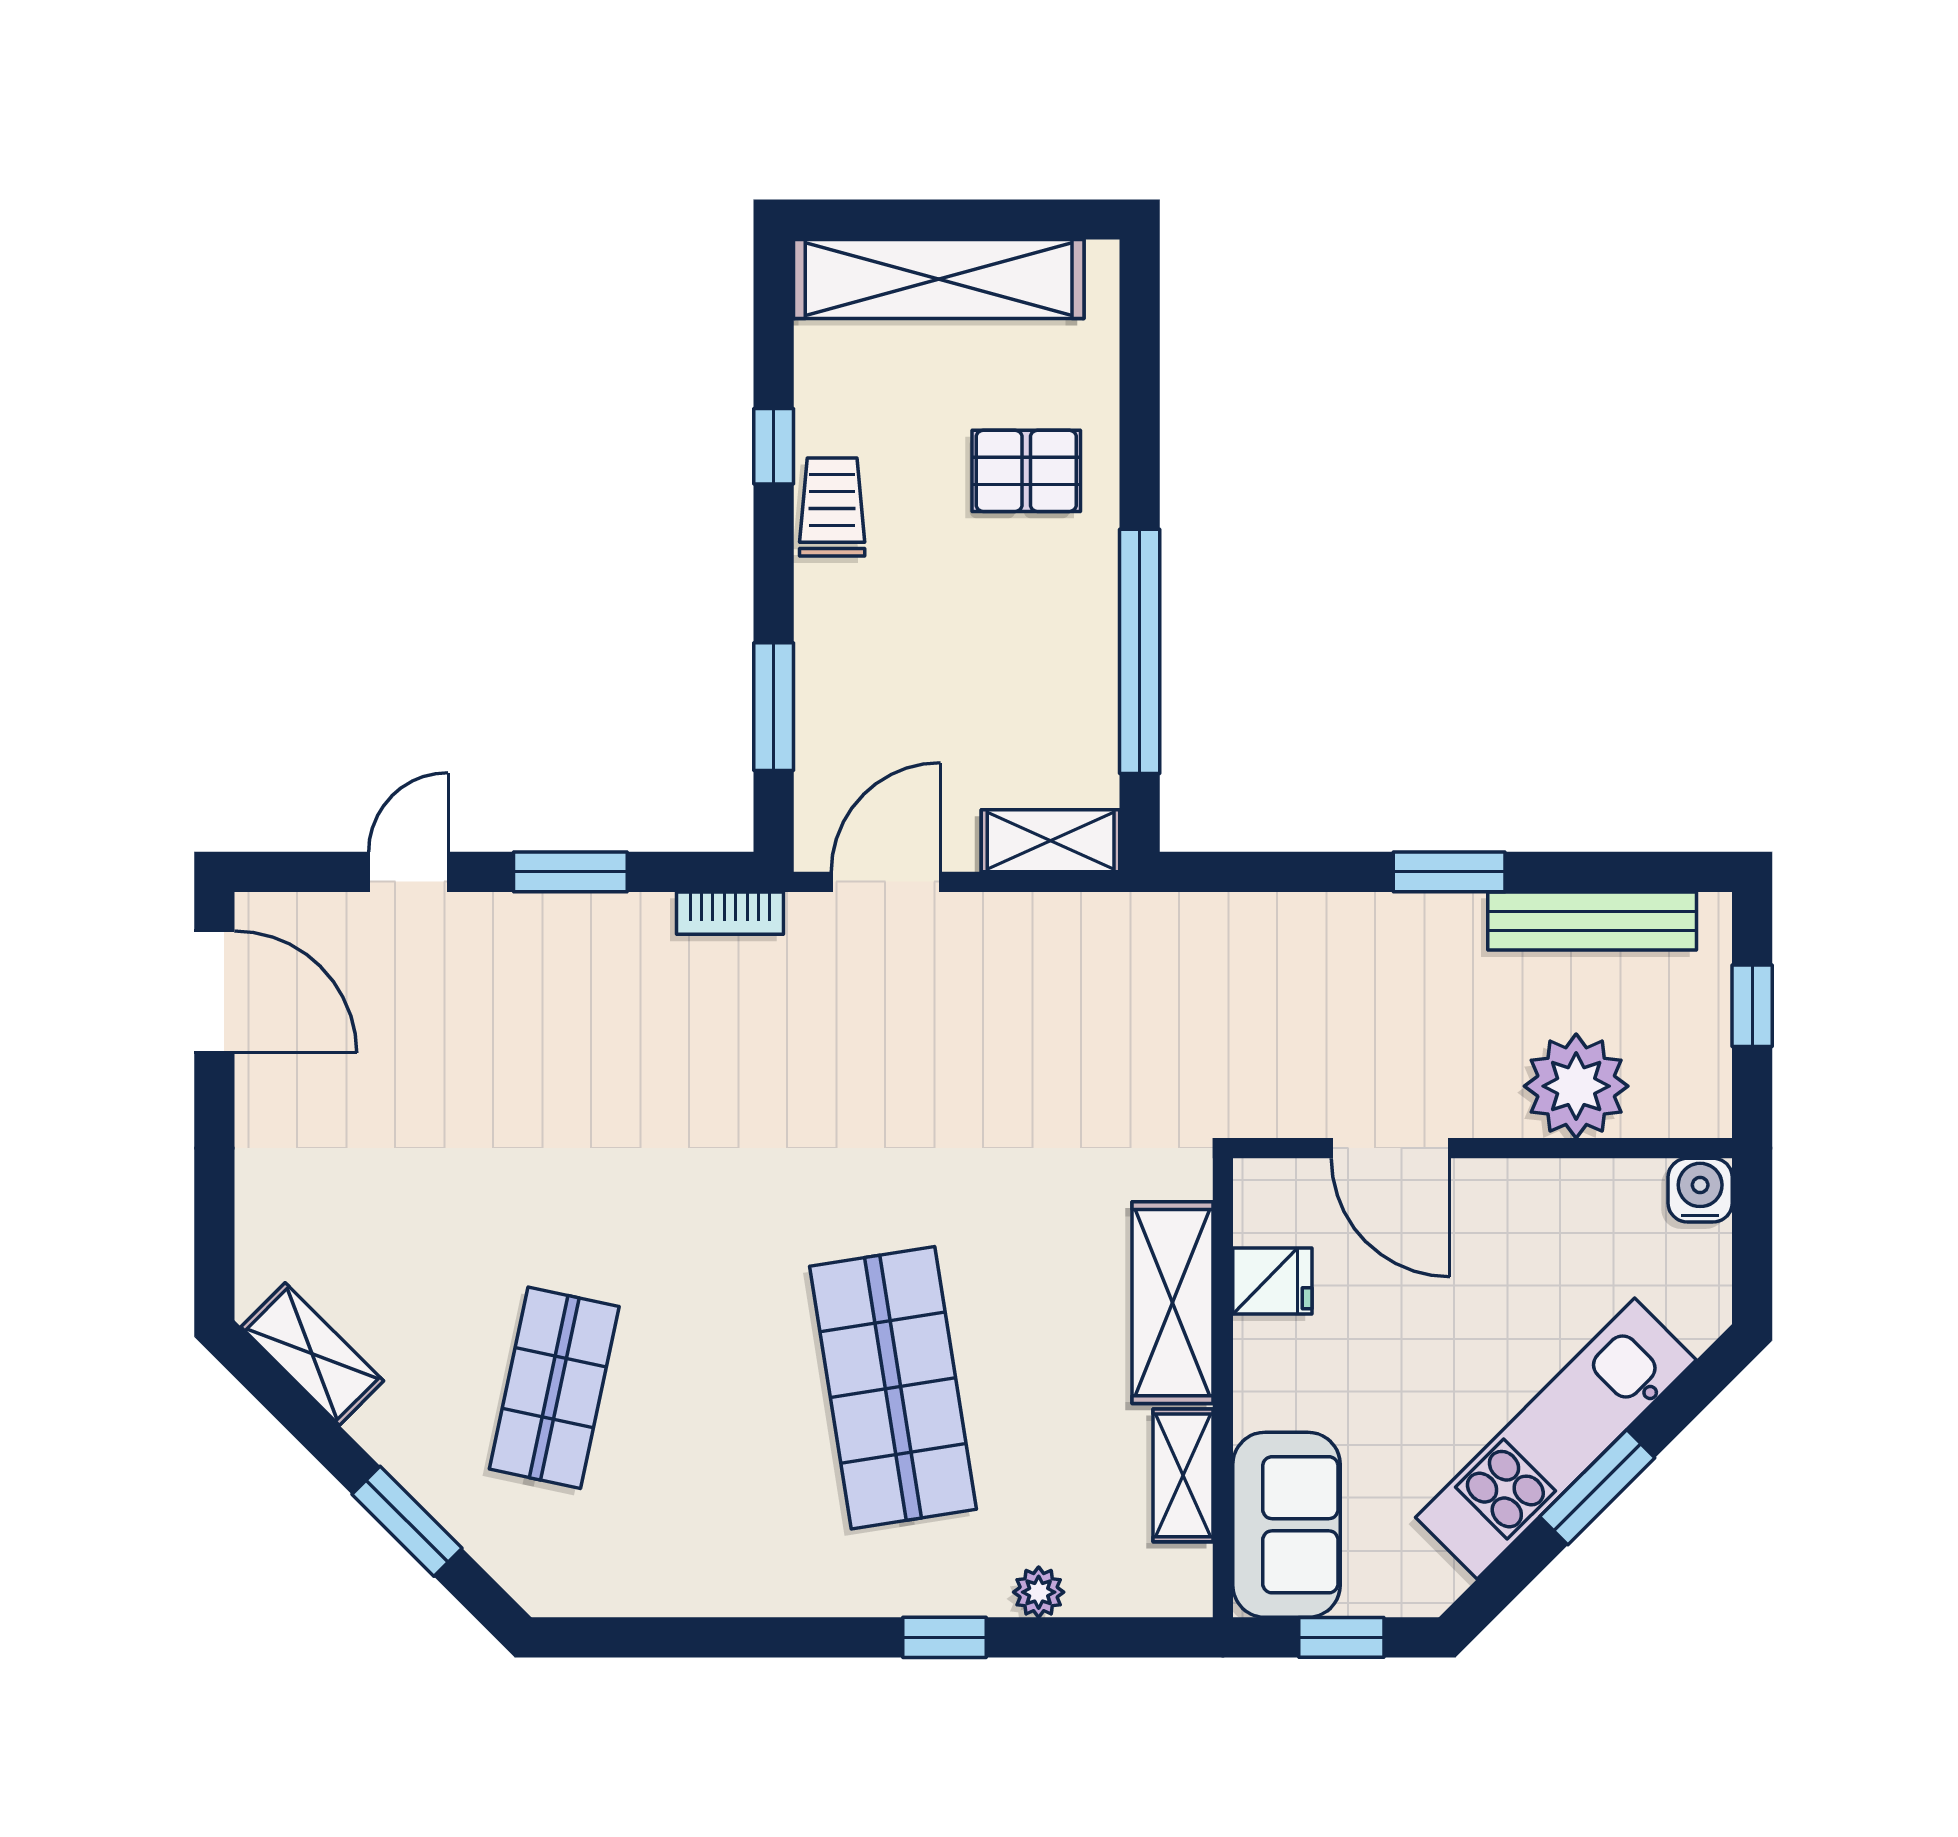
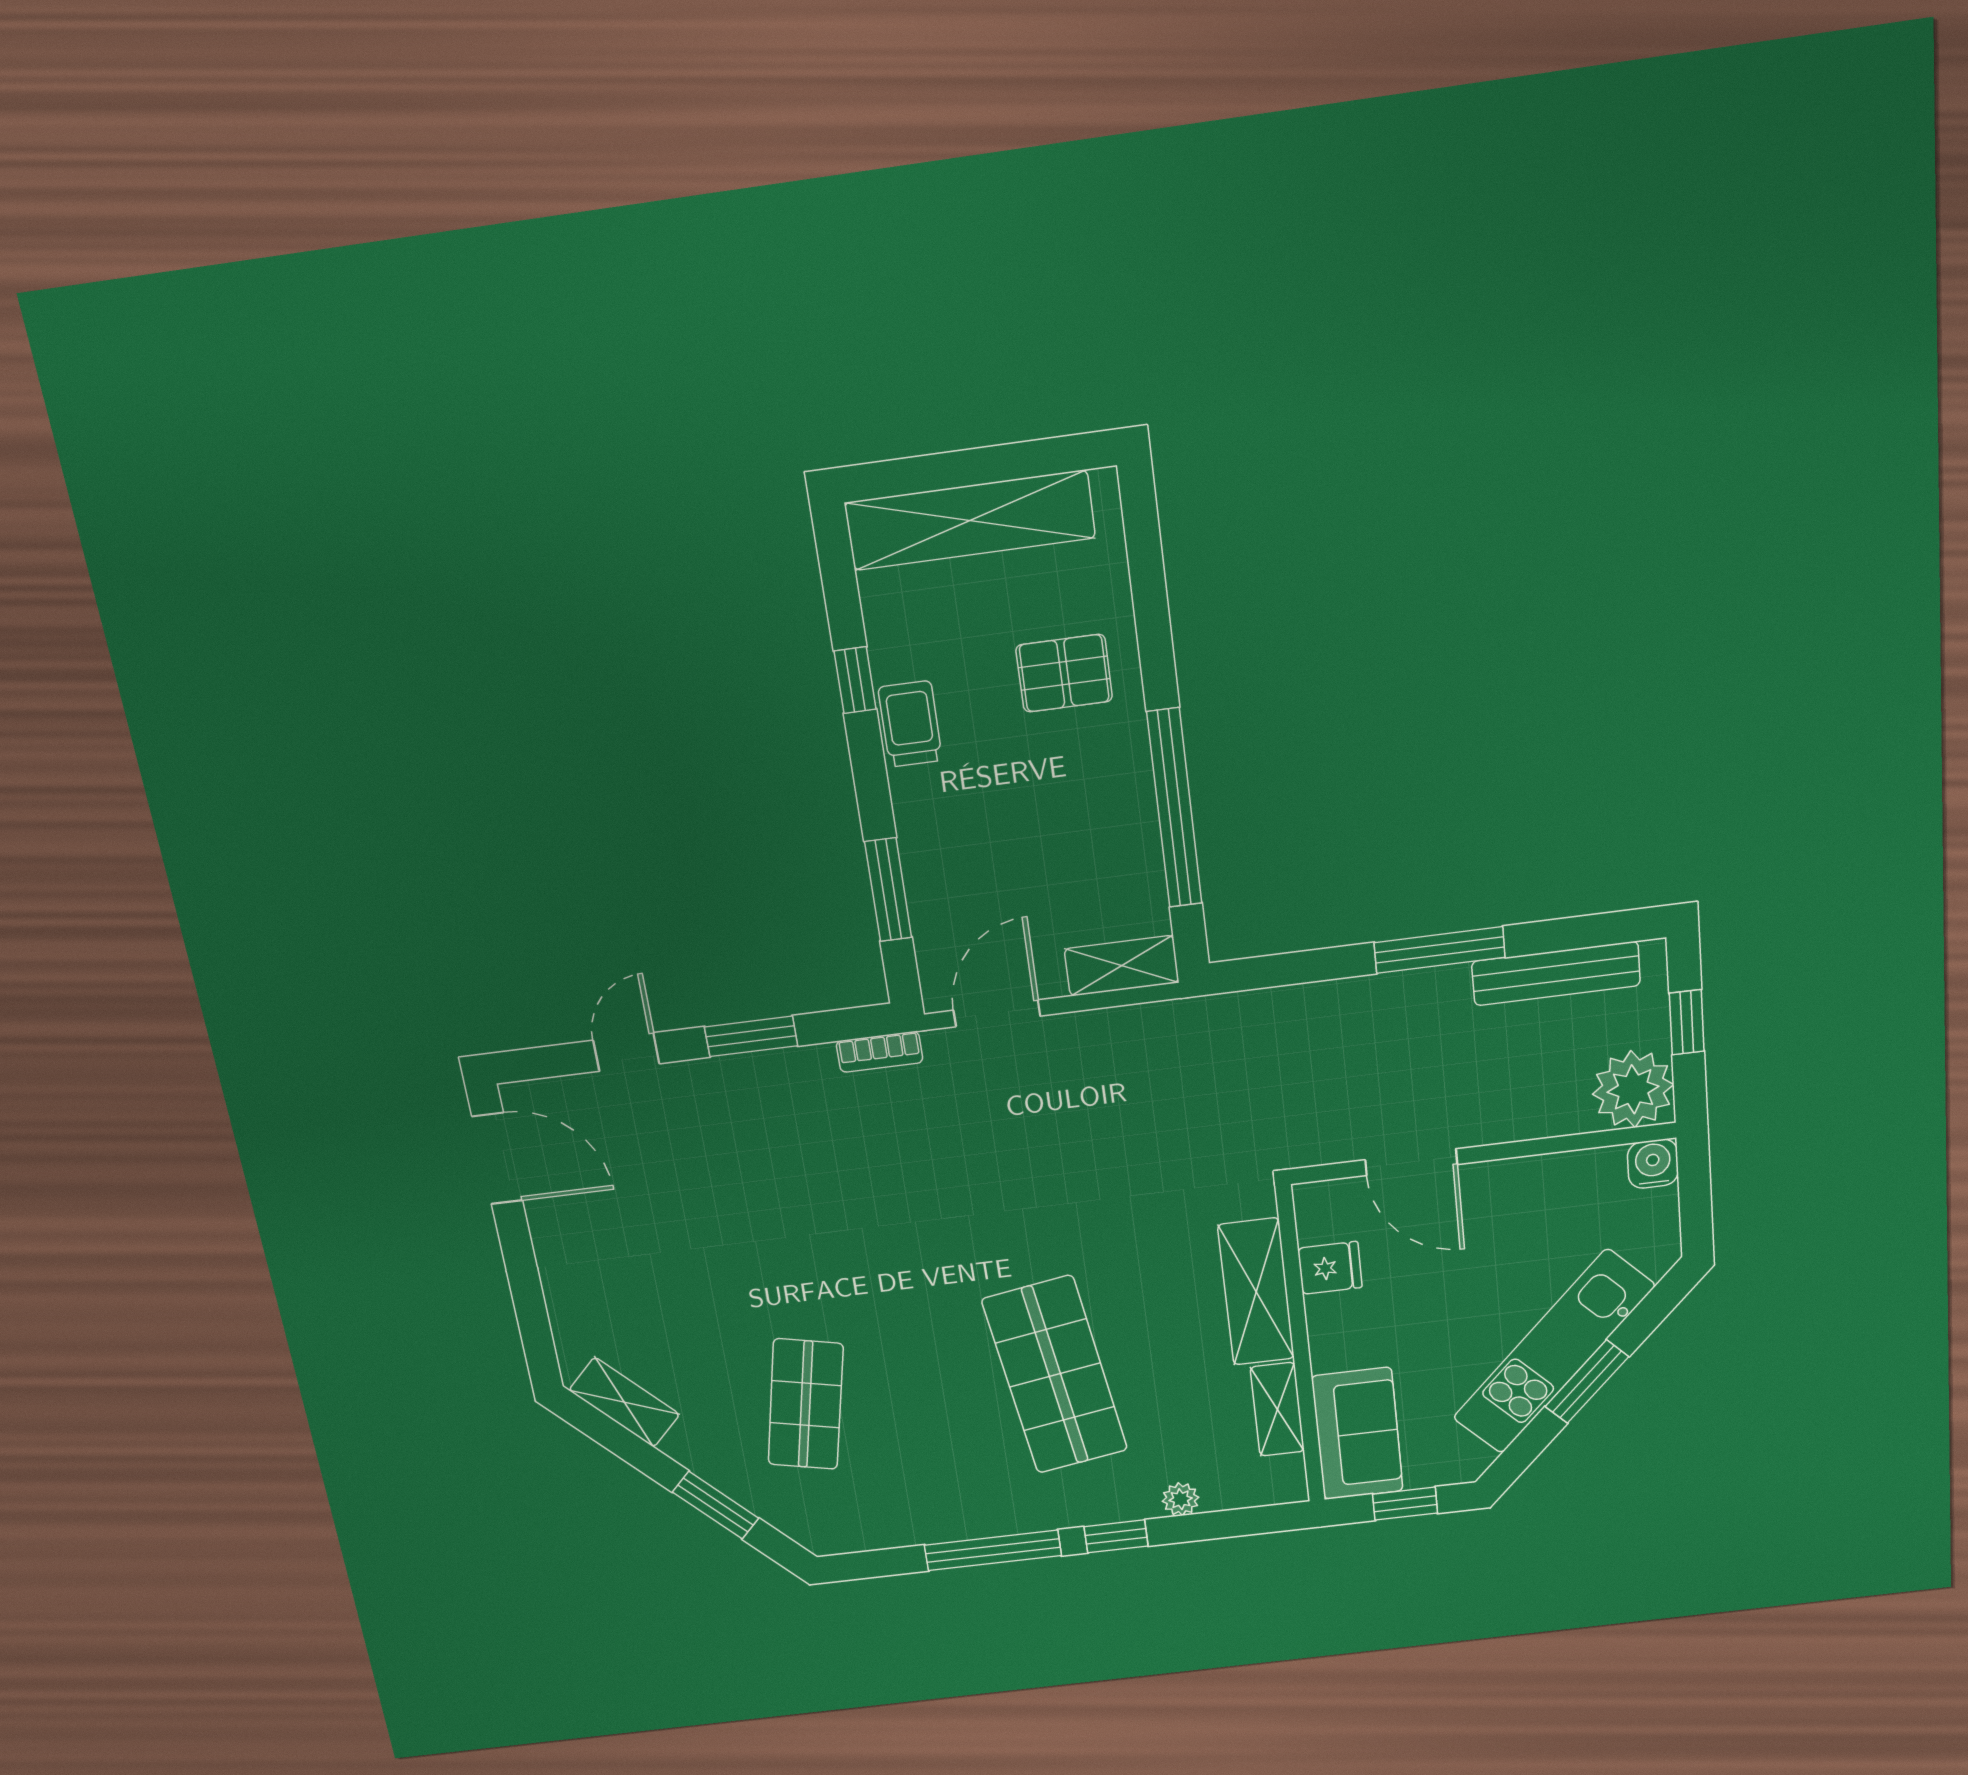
window: (1449, 872) -> (1440, 950), width x1.44
plant: (1576, 1086) -> (1633, 1089), moved
window: (774, 1637) -> (993, 1550), added

